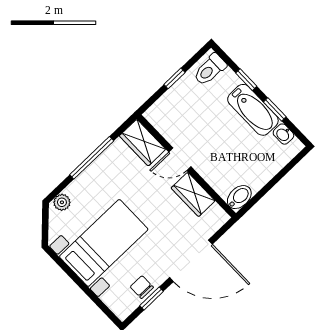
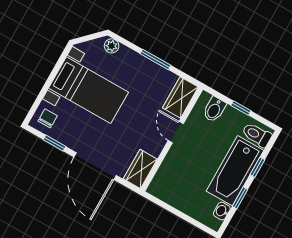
bathtub: (253, 110) -> (235, 171), width x1.36, depth x1.36
window: (92, 158) -> (155, 59), width x0.69
wardrobe: (193, 194) -> (140, 169), moved
bidet: (239, 197) -> (214, 109), moved, turned 90
chair: (142, 287) -> (48, 118), moved

